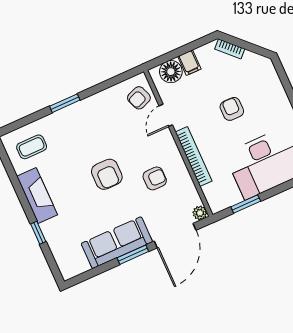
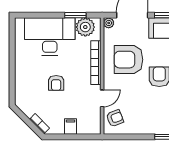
floor lamp: (171, 72) -> (86, 126), removed
armchair: (155, 178) -> (129, 60), width x1.88, depth x1.88
plant: (227, 195) -> (85, 27), added

